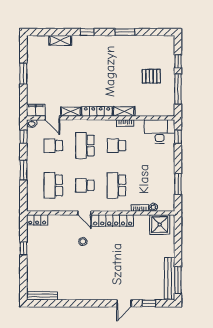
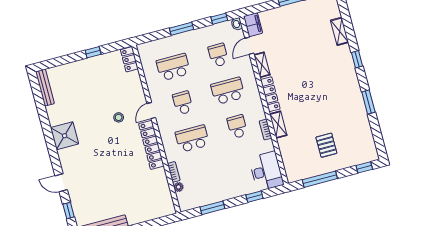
window: (178, 61) -> (364, 167), moved
window: (178, 137) -> (254, 197), moved
shower: (160, 225) -> (65, 136), moved

